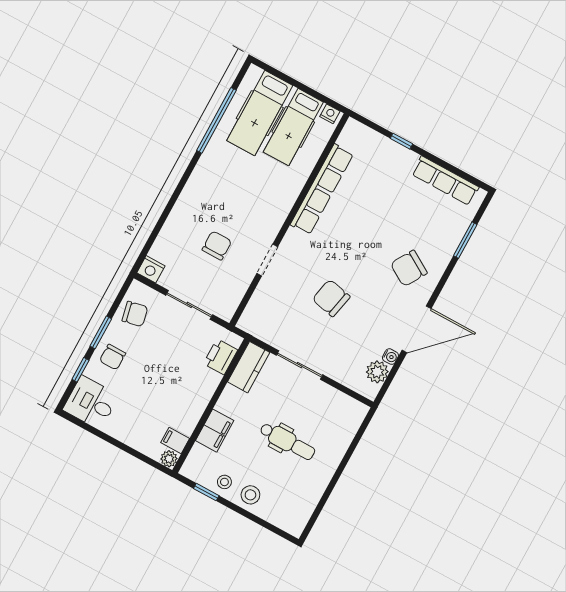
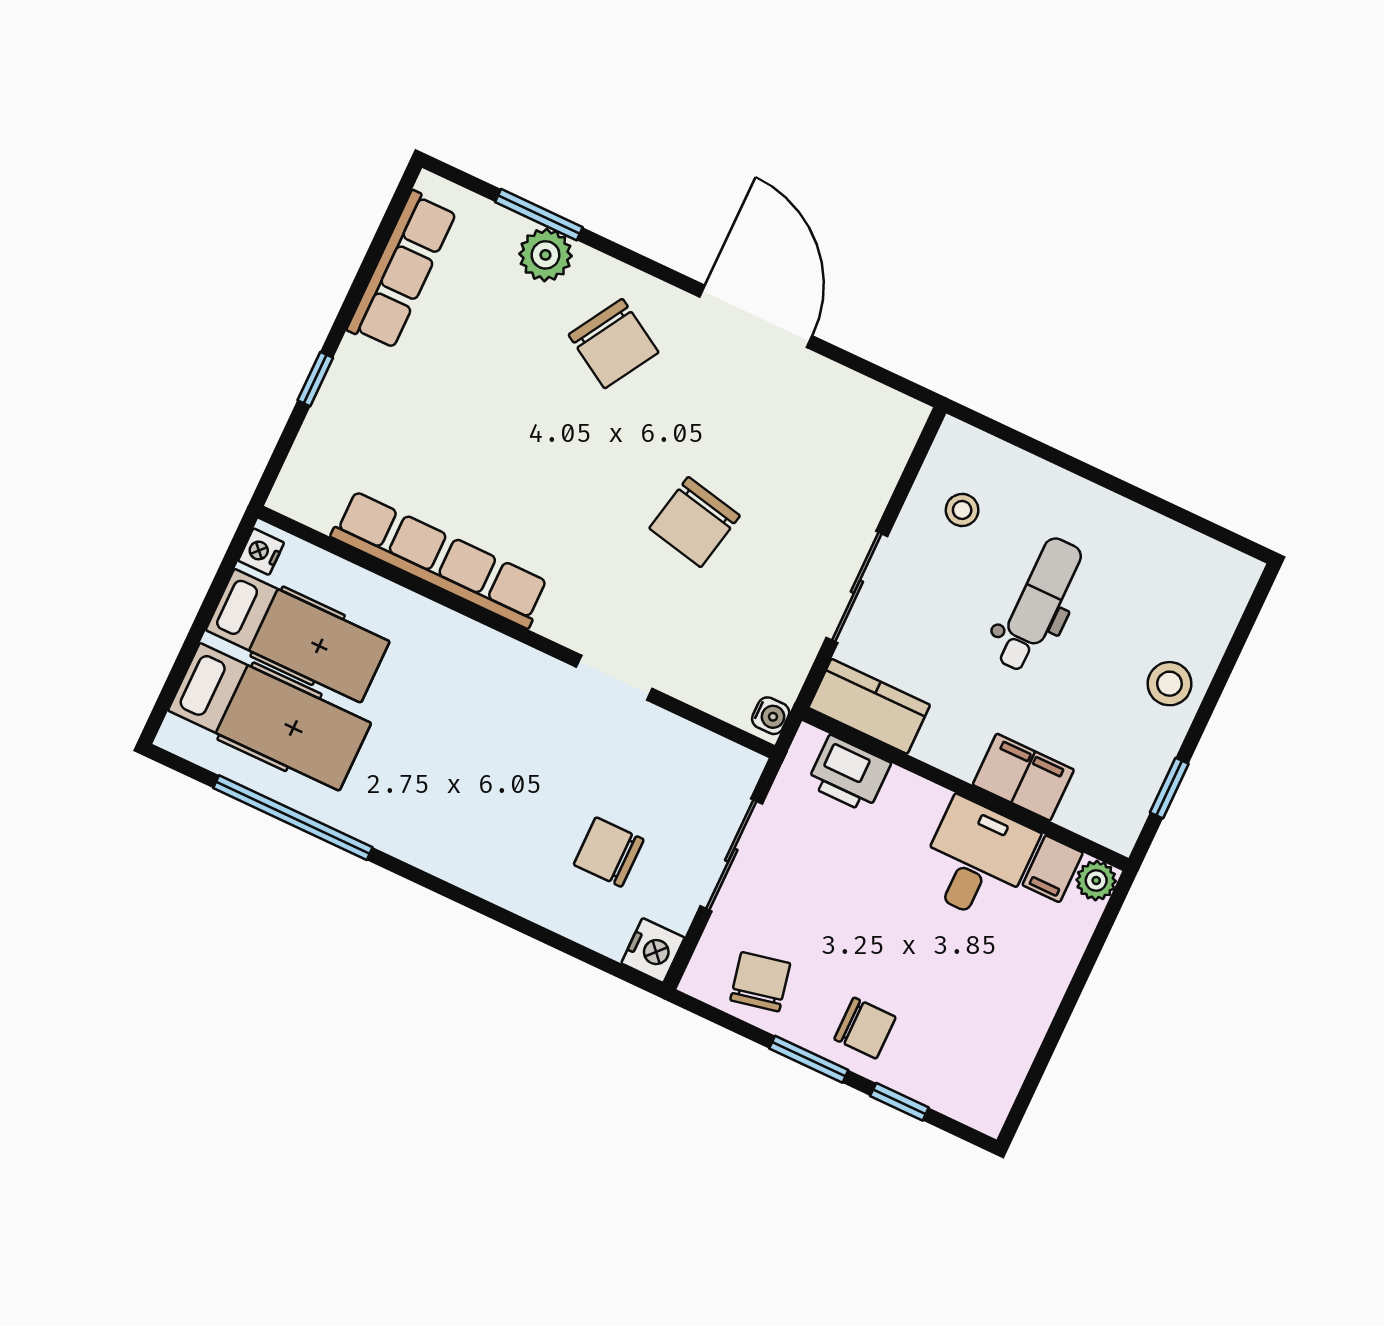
chair: (217, 245) -> (609, 852), moved
water cooler: (390, 357) -> (771, 716), moved, turned 90
plant: (377, 372) -> (545, 255), moved
desk: (91, 403) -> (977, 860), moved, turned 180
stool: (224, 482) -> (962, 510), moved

